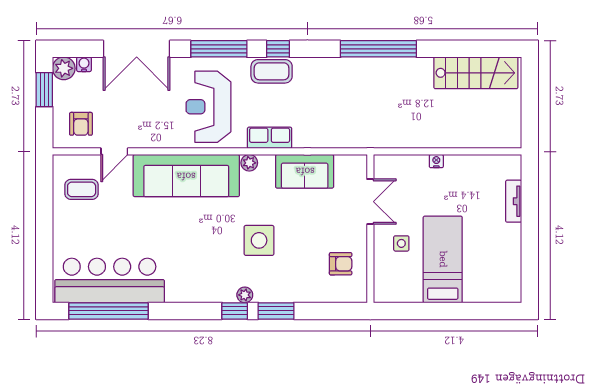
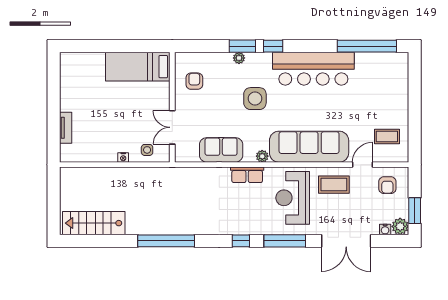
double door: (137, 49) -> (346, 241), swing flipped
coffee table: (272, 71) -> (334, 185), moved
reception desk: (208, 107) -> (293, 198), turned 180
armchair: (81, 124) -> (387, 185), turned 180
side table: (401, 243) -> (147, 150), moved
bed: (443, 259) -> (138, 67), moved, turned 90
armchair: (341, 264) -> (194, 81), turned 90
bar counter: (110, 280) -> (313, 69), moved
plant: (245, 295) -> (239, 58), moved

